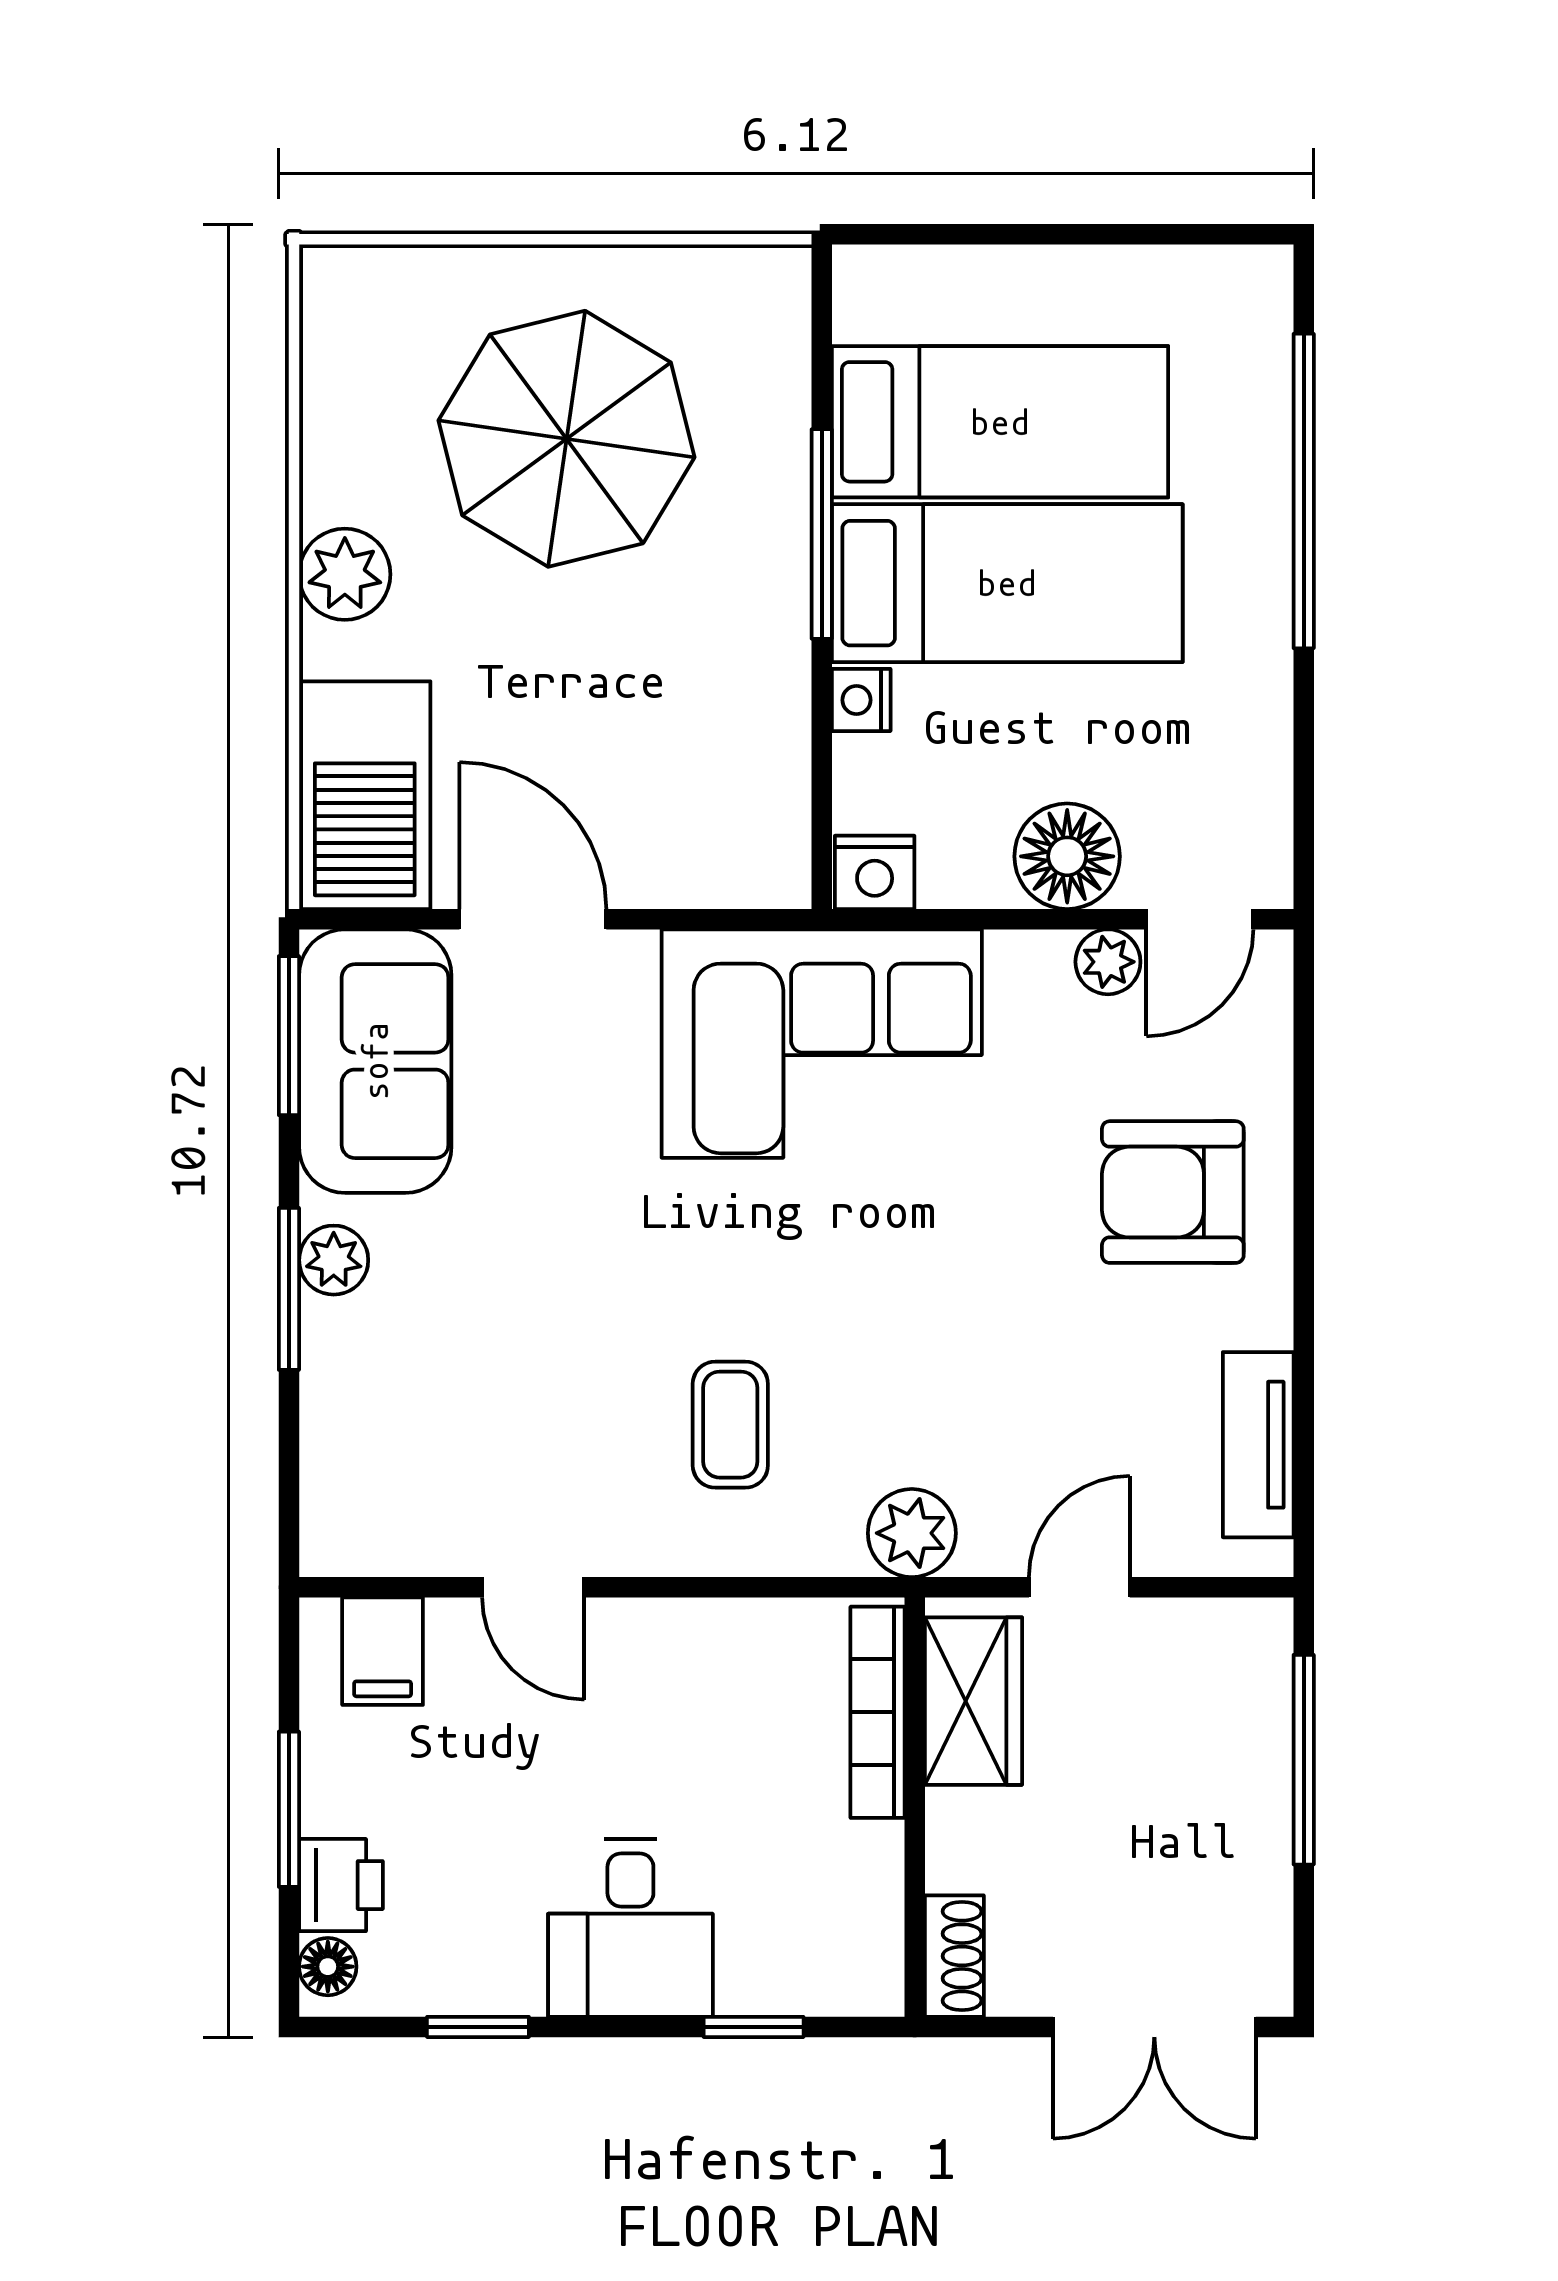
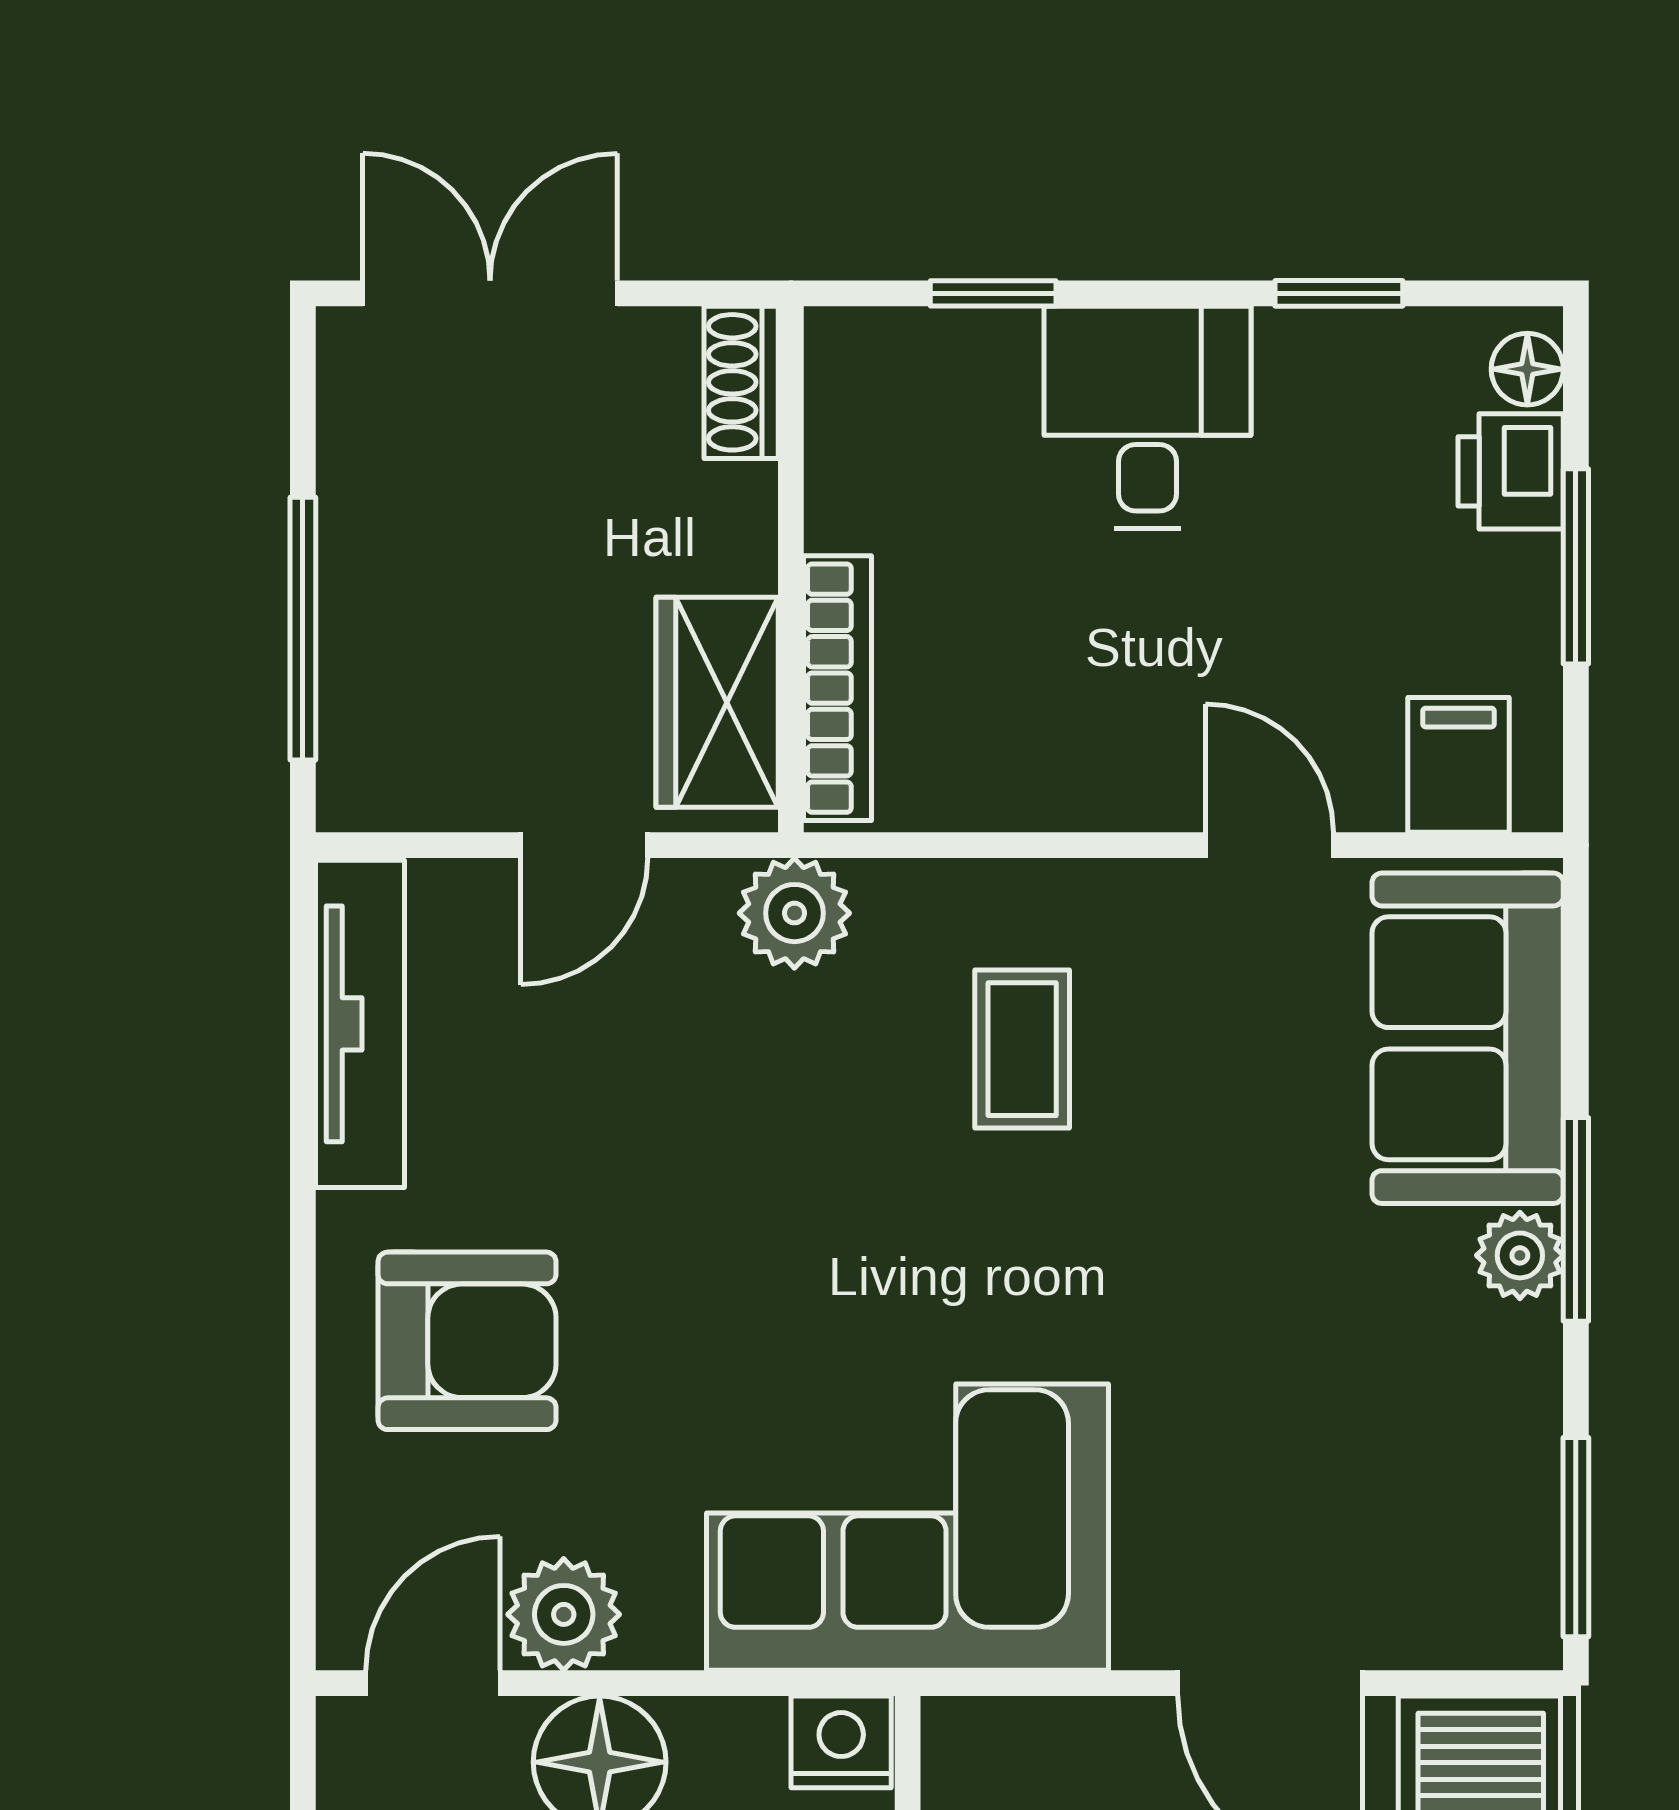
plant: (1108, 962) -> (564, 1614), width x1.38, depth x1.38
sofa: (375, 1061) -> (1468, 1038), moved
tv unit: (1258, 1445) -> (360, 1024), width x1.41

